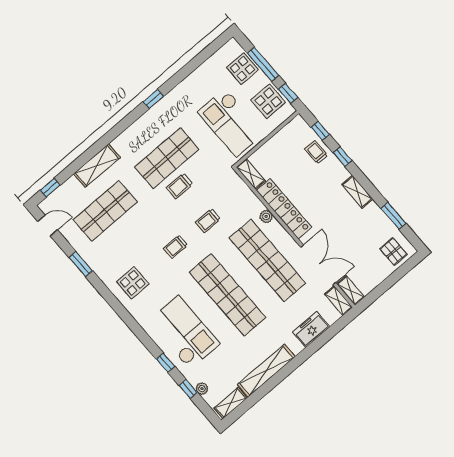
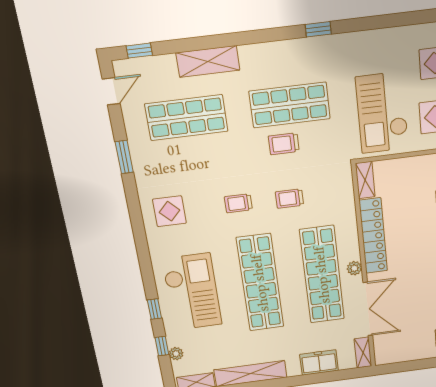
plant: (266, 216) -> (354, 268), moved
door: (48, 226) -> (111, 91), hinge flipped
shelving: (351, 290) -> (381, 350), removed

